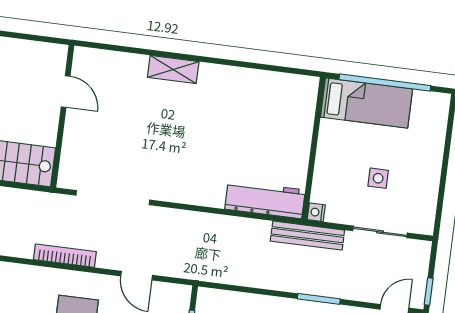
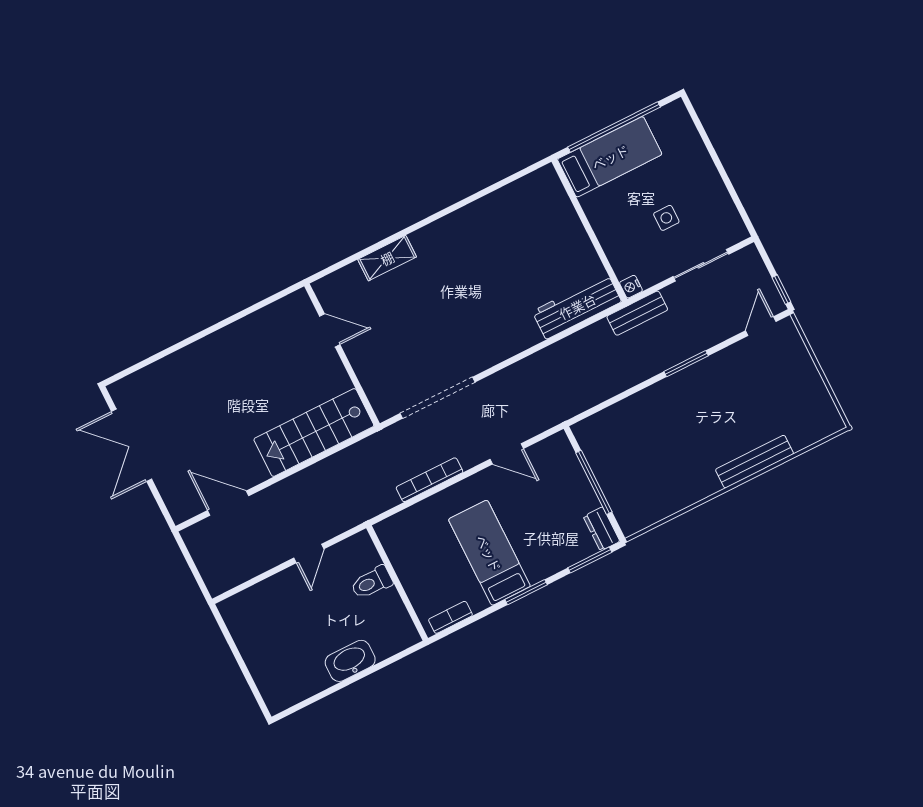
shelving: (173, 69) -> (387, 258), moved
bench: (307, 236) -> (637, 313), width x0.73

